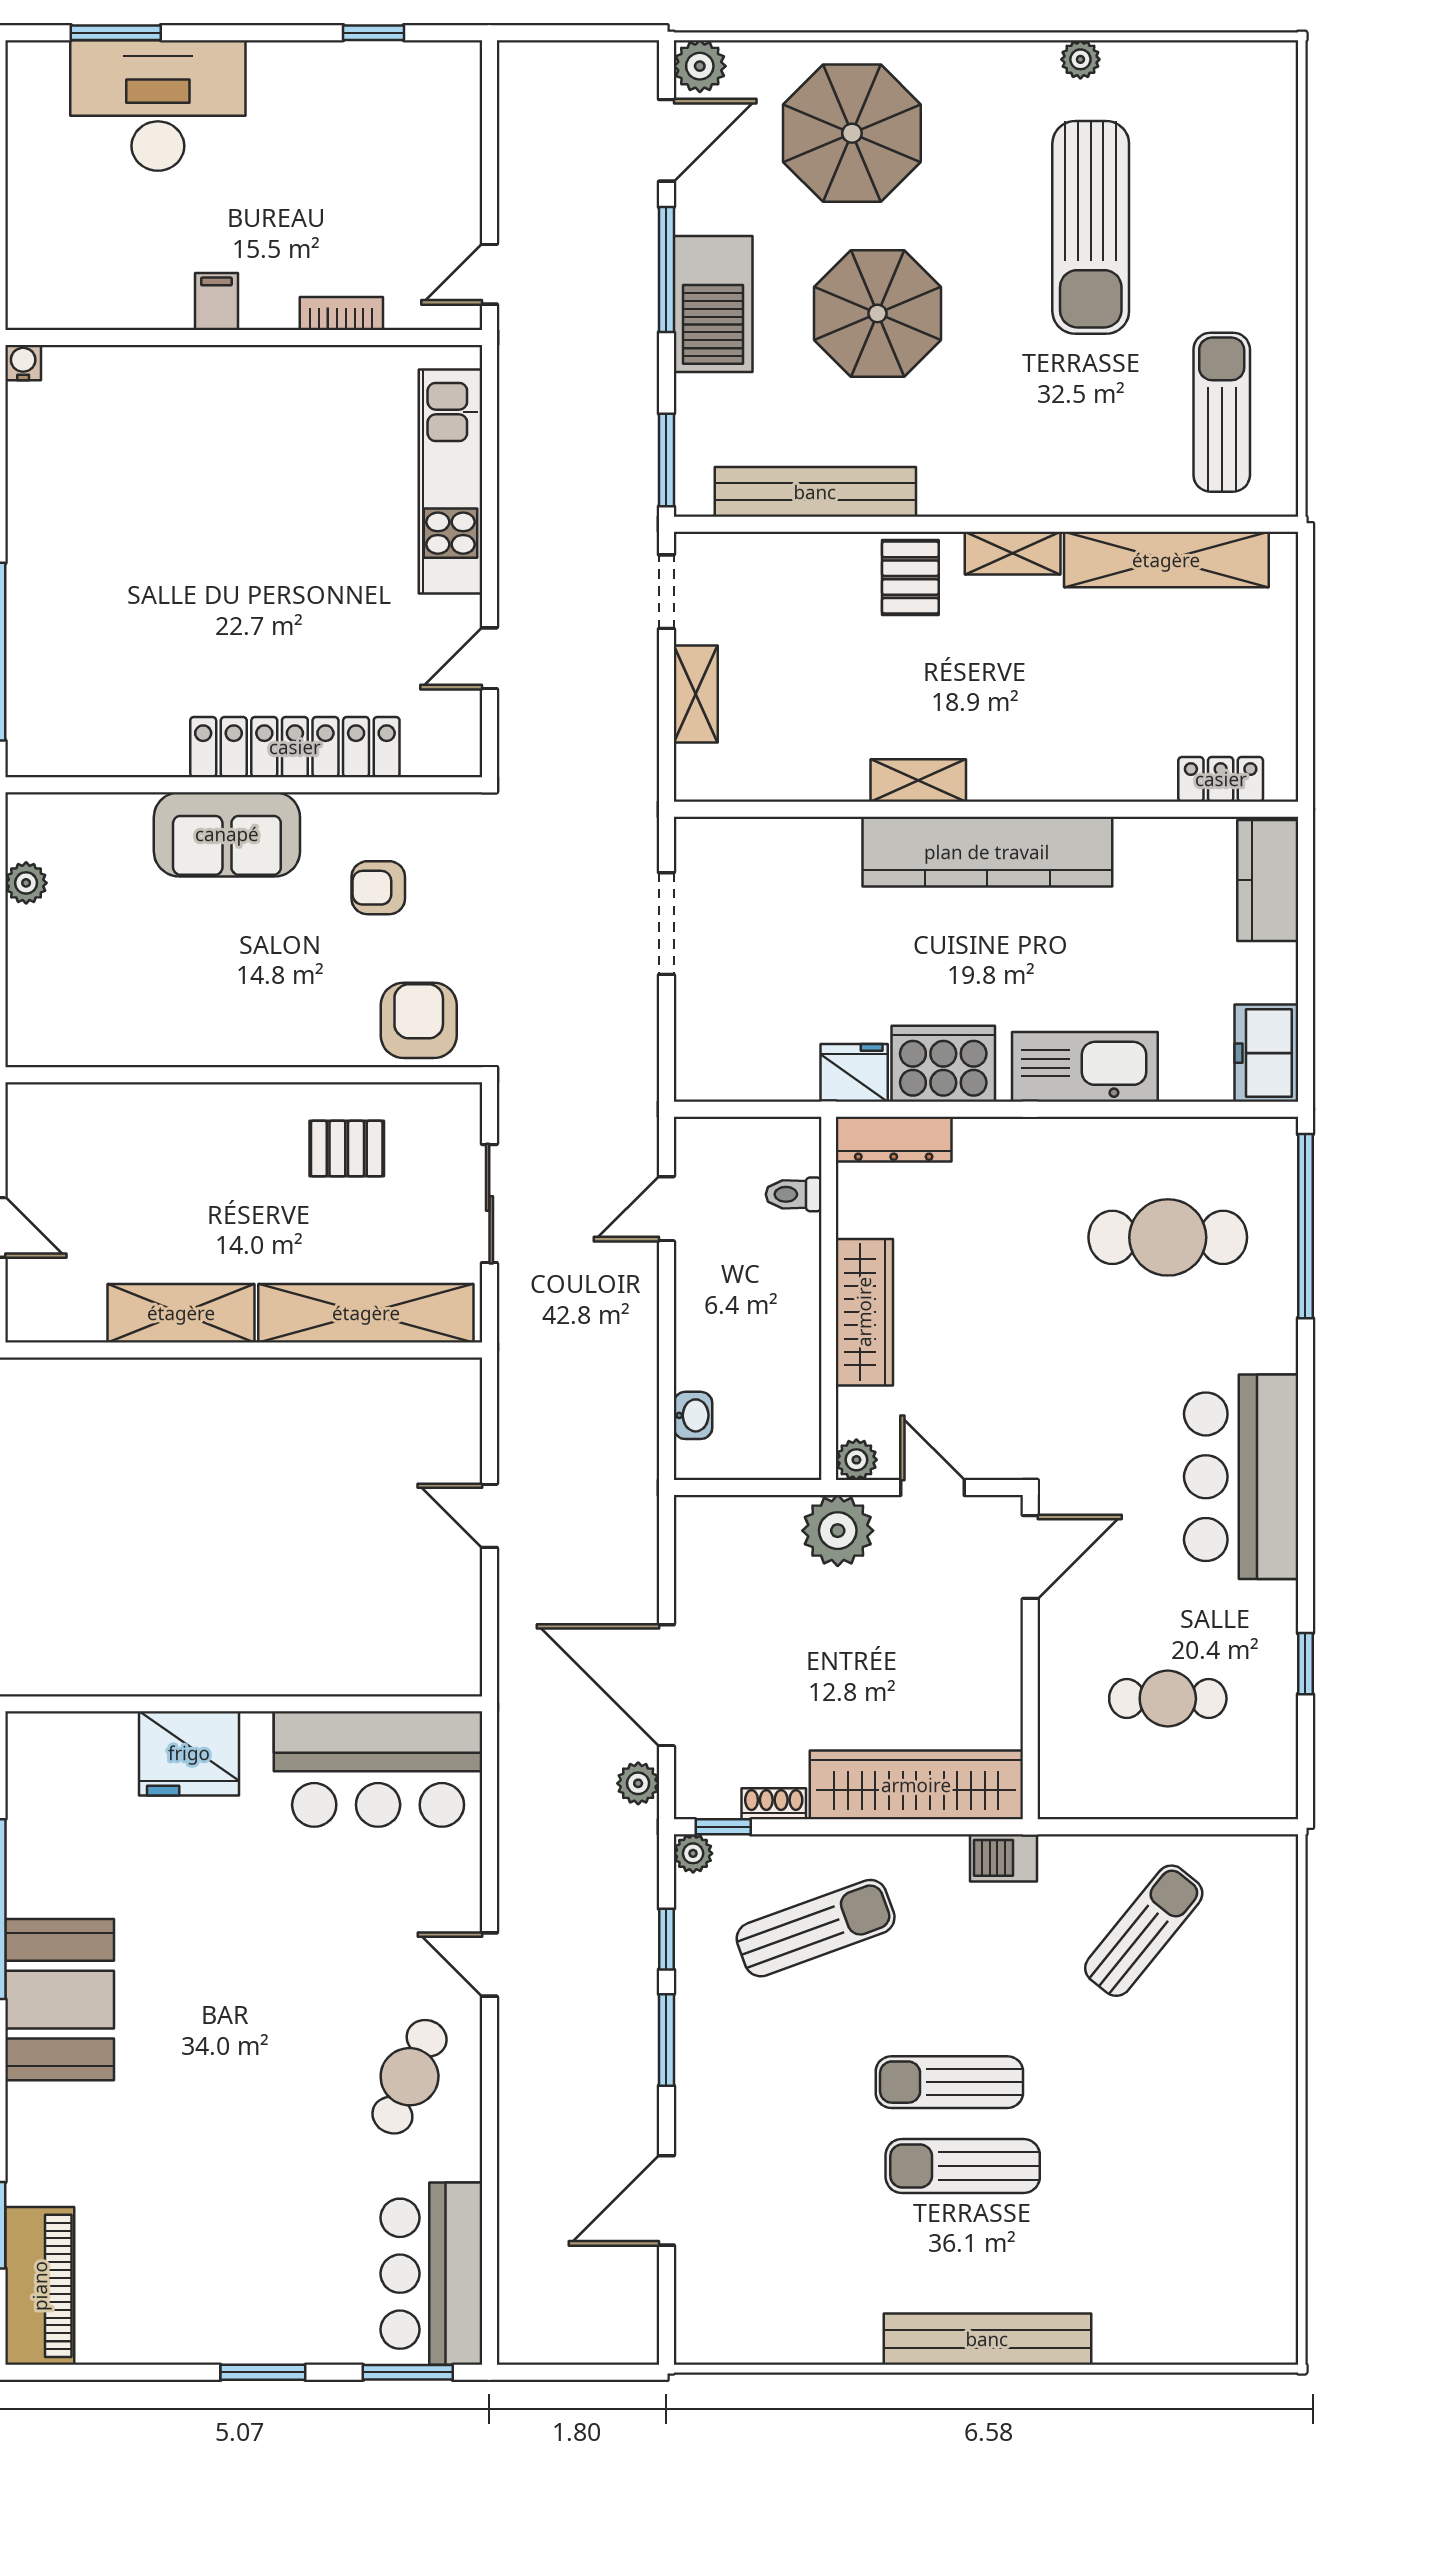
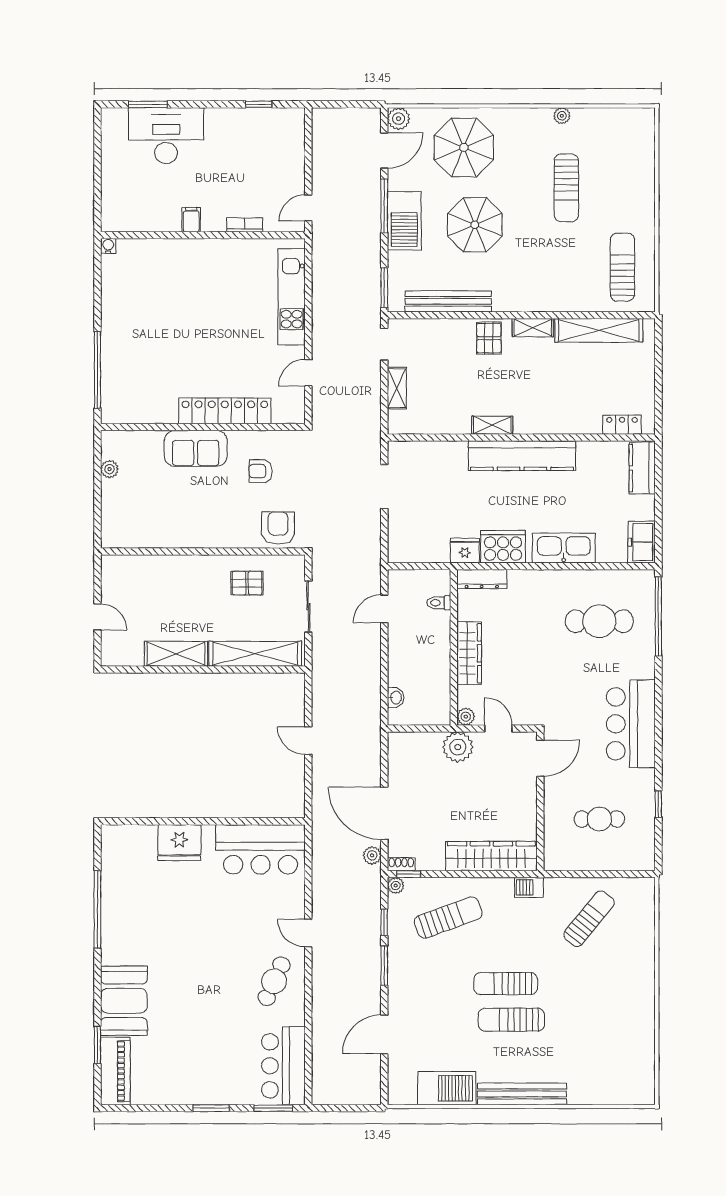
sun lounger: (1091, 227) -> (566, 188), width x0.73, depth x0.75
shoe rack: (774, 1804) -> (401, 864), moved
booth: (60, 2000) -> (124, 1001), moved
barbecue: (812, 2326) -> (447, 1088), added

